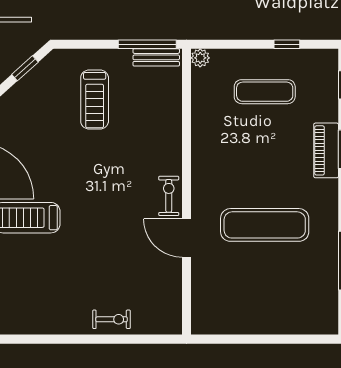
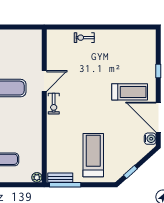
treadmill: (95, 100) -> (93, 155), width x1.37, depth x1.38
door: (187, 238) -> (44, 81), hinge flipped

